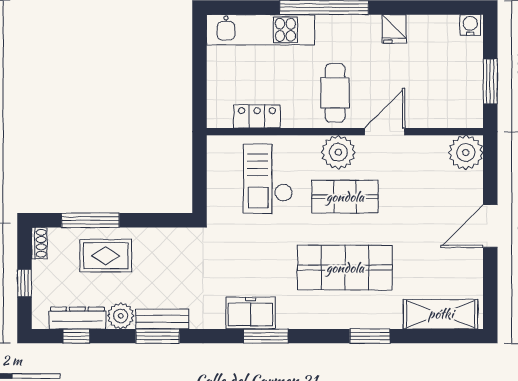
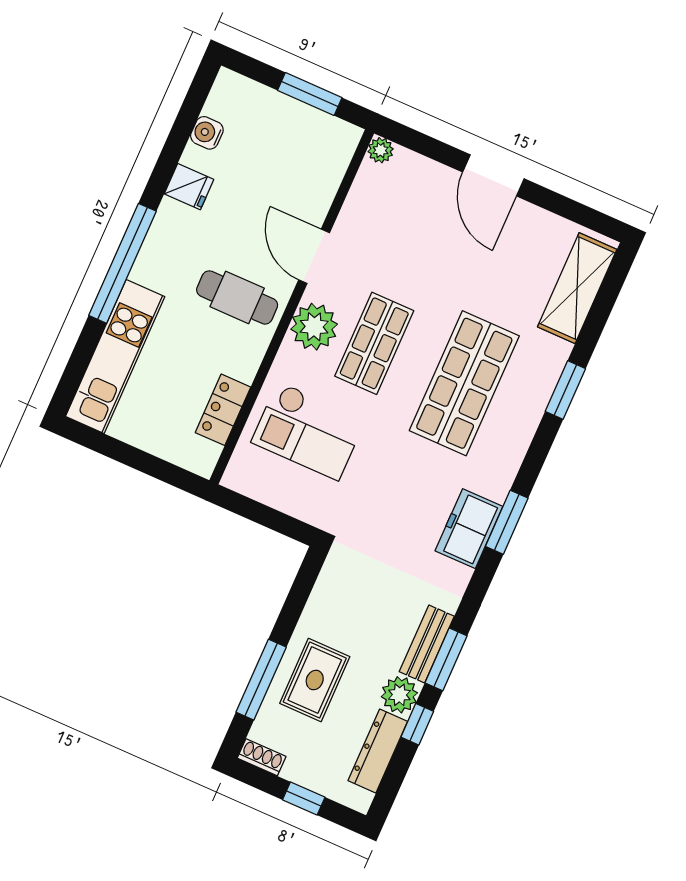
water cooler: (470, 25) -> (207, 133), moved
plant: (466, 153) -> (381, 150), width x0.53, depth x0.53
window: (76, 336) -> (417, 724), moved

